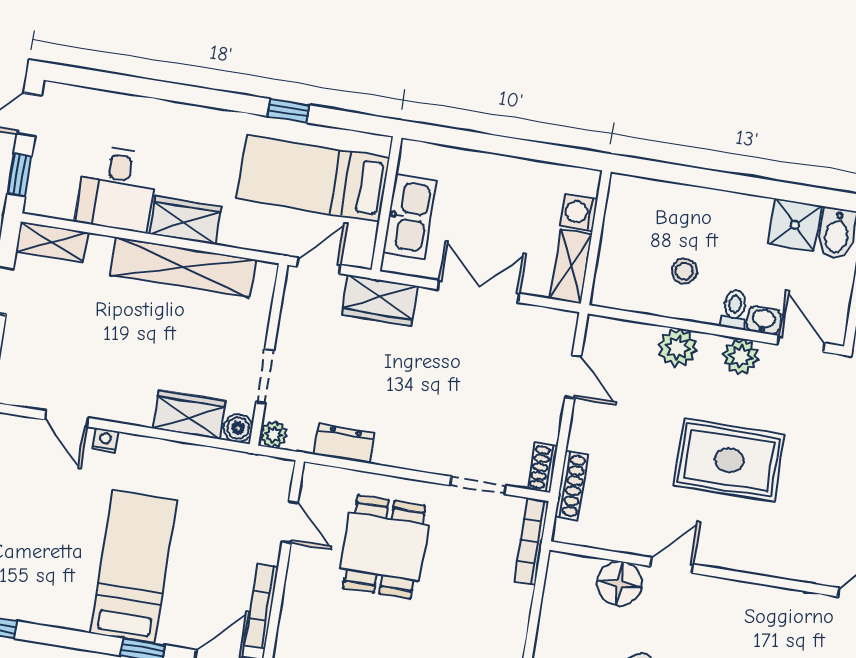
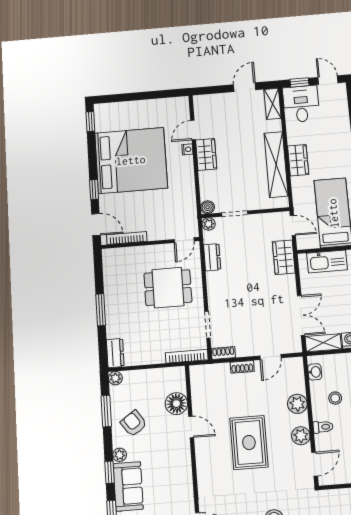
desk: (117, 189) -> (301, 104), moved, turned 90
double door: (478, 291) -> (301, 315), moved
washbasin: (764, 320) -> (315, 372), moved
wardrobe: (189, 415) -> (206, 154), moved
shoe rack: (571, 485) -> (242, 367), moved, width x0.70
door: (290, 522) -> (184, 240), moved
bed: (134, 566) -> (131, 160), width x2.04

